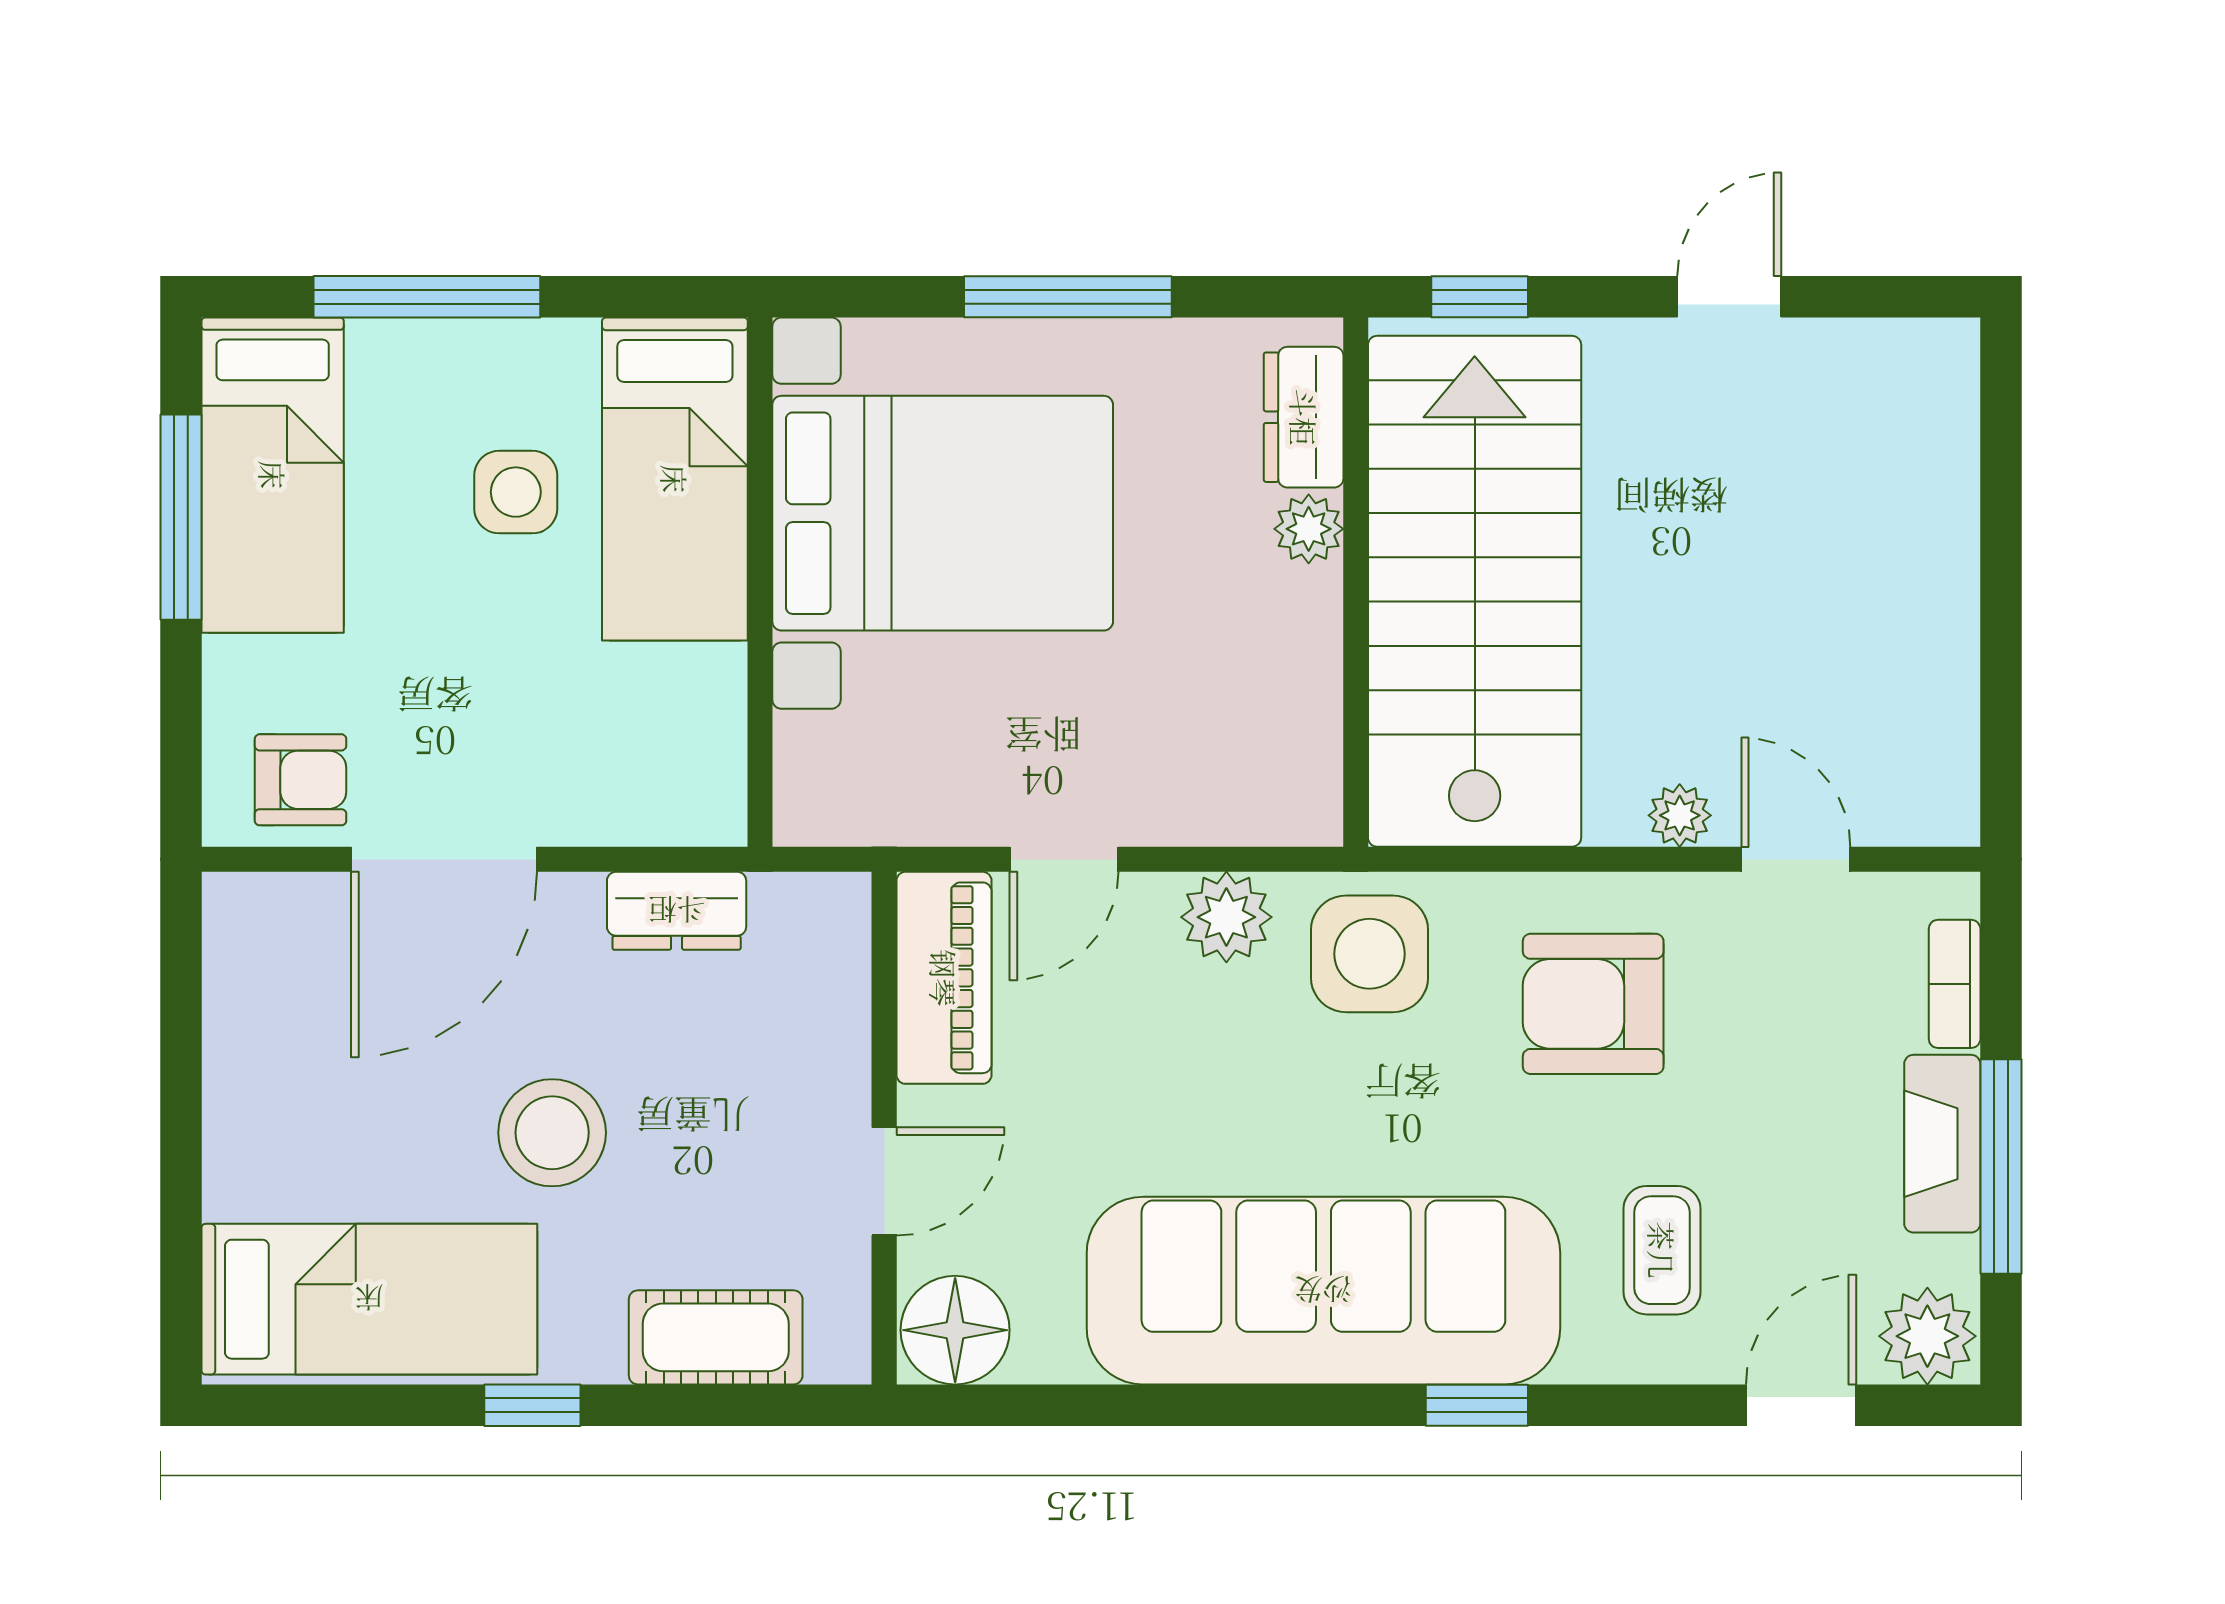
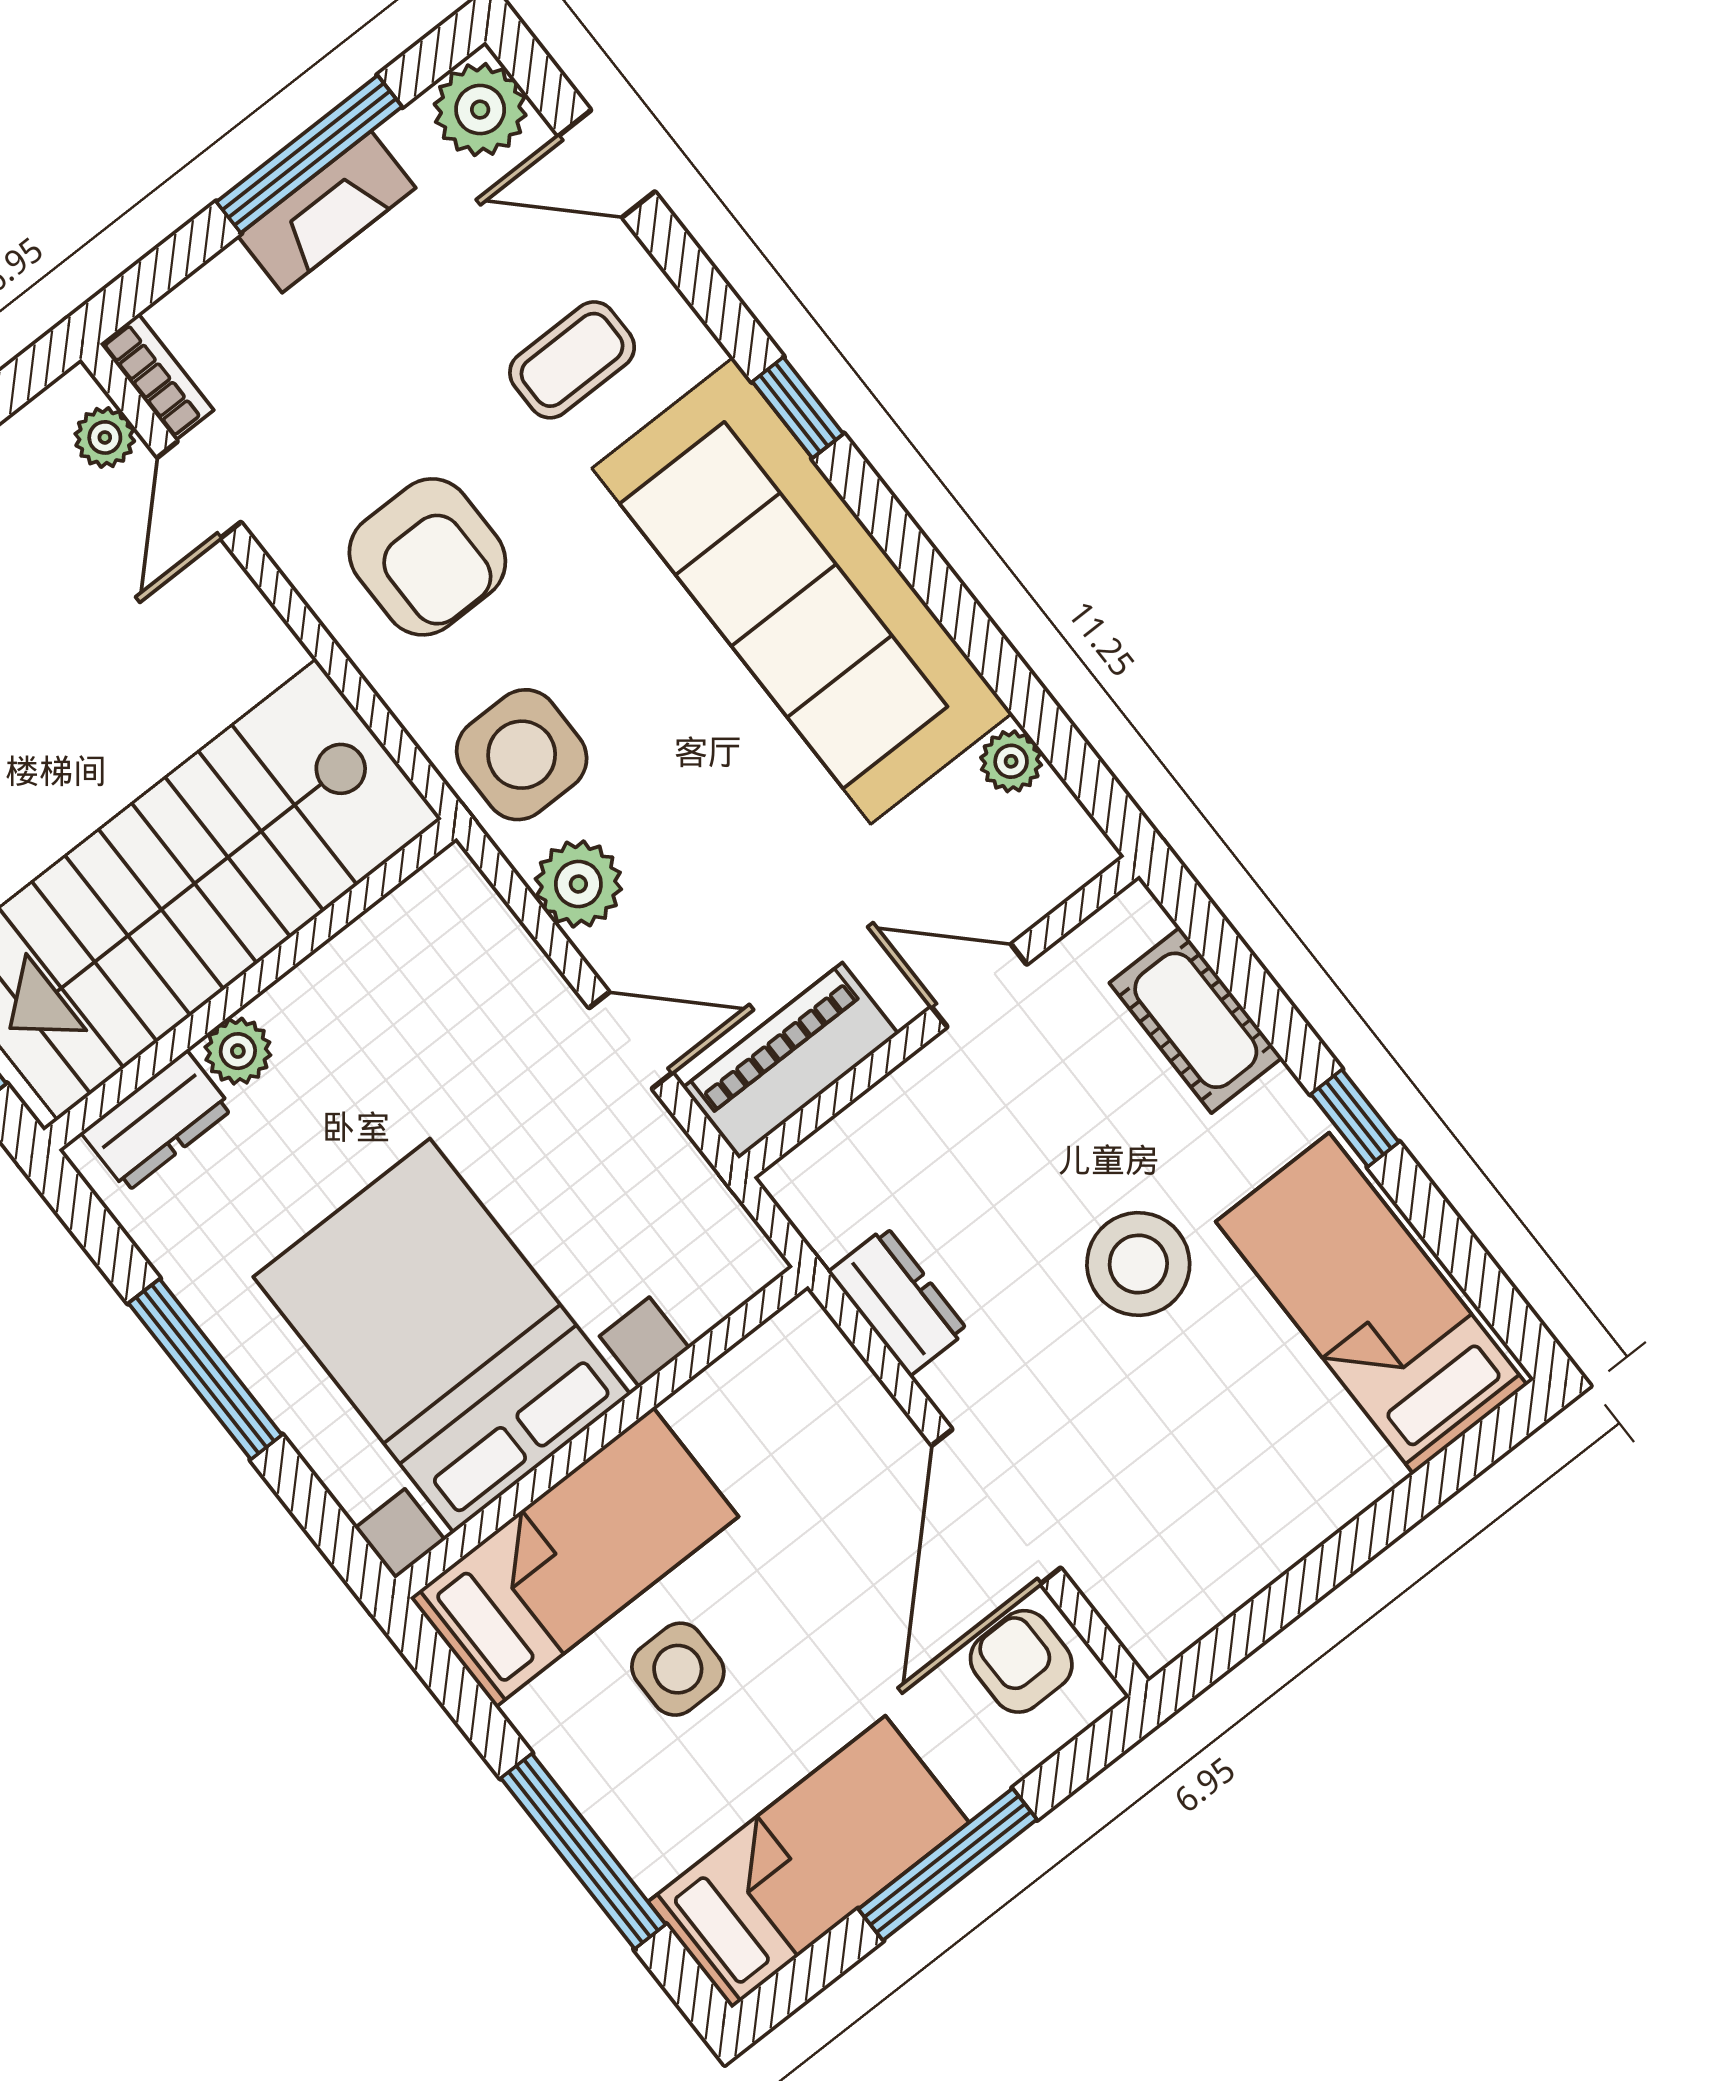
window: (181, 517) -> (948, 1864), moved
plant: (1680, 815) -> (105, 437), moved
door: (444, 859) -> (996, 1507), swing flipped
bookcase: (1955, 984) -> (157, 377), moved, turned -90
floor lamp: (955, 1330) -> (1049, 844), removed
plant: (1048, 1352) -> (1011, 761), added

